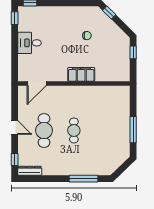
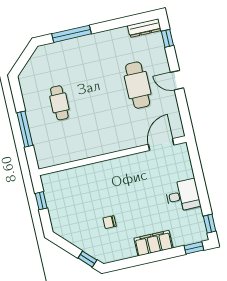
window: (133, 52) -> (41, 201), moved
filing cabinet: (81, 74) -> (154, 243), moved, turned 180
cafe table: (74, 130) -> (59, 103), moved
window: (133, 130) -> (25, 129), moved

